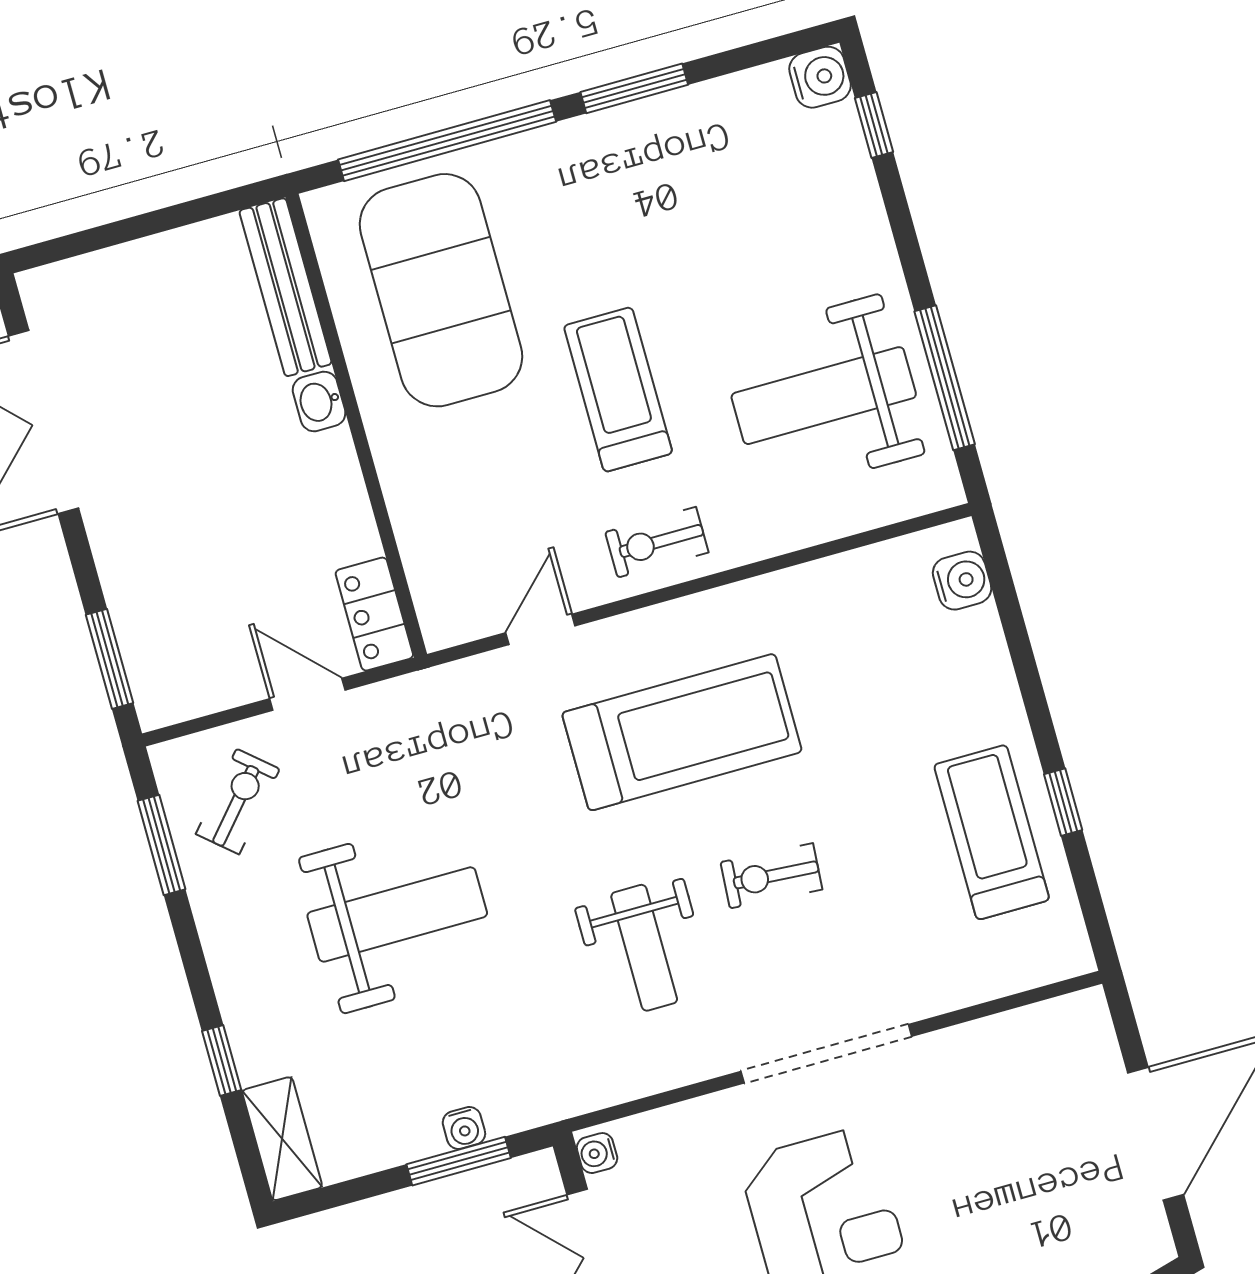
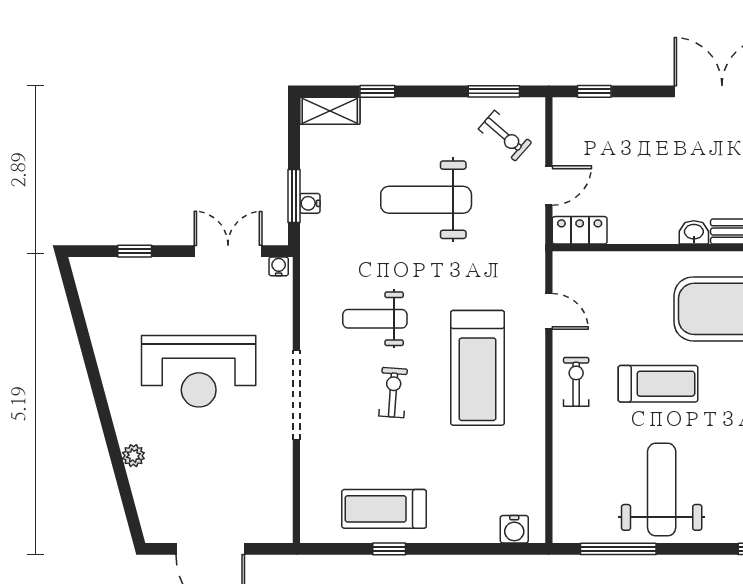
weight bench: (824, 396) -> (662, 490), moved
window: (110, 659) -> (594, 91), width x0.67
treadmill: (992, 832) -> (384, 509), turned 180
weight bench: (397, 914) -> (426, 200), turned 90

